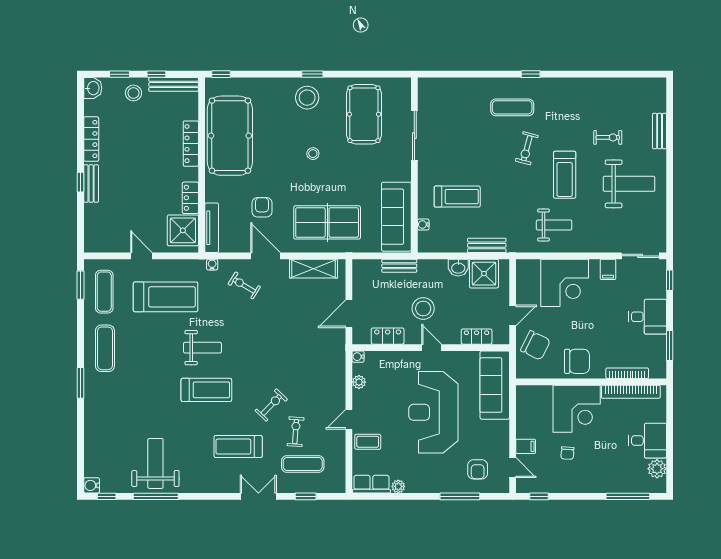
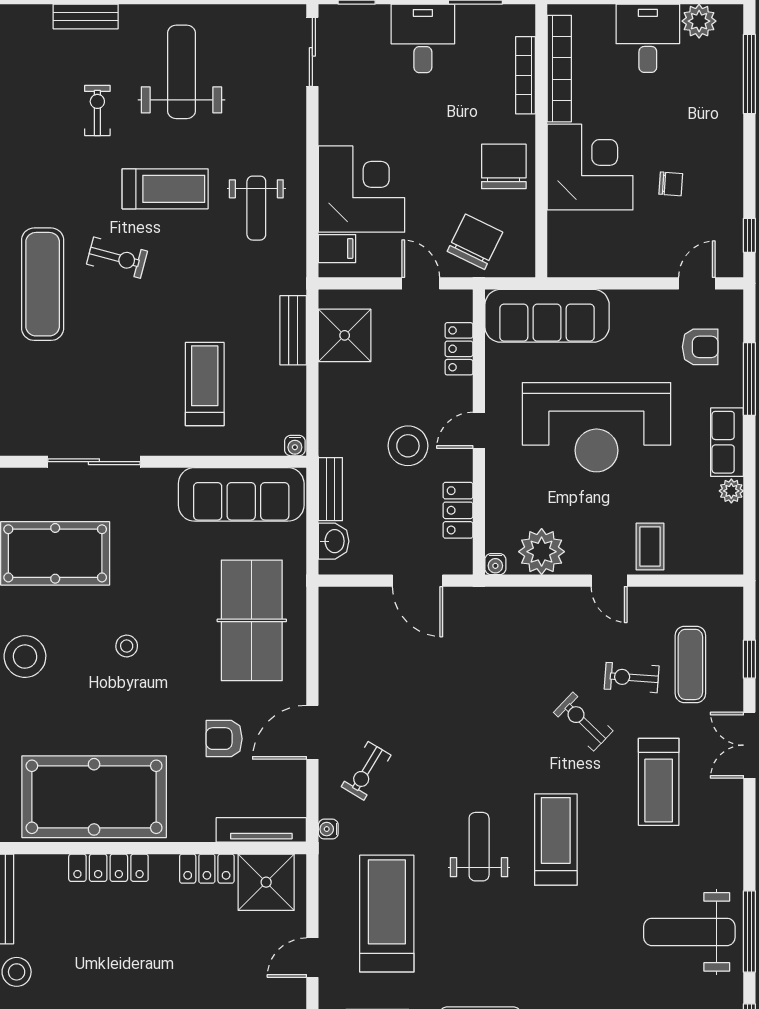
exercise mat: (512, 107) -> (43, 284), width x1.36, depth x1.45
water cooler: (423, 224) -> (295, 446), moved
weight bench: (554, 225) -> (256, 208), turned 180
washbasin: (458, 268) -> (334, 541), moved
shelving: (313, 269) -> (336, 645), removed
filing cabinet: (608, 269) -> (337, 249), moved
plant: (359, 382) -> (542, 552), width x1.88, depth x1.88
filing cabinet: (526, 446) -> (658, 260), removed
row of seats: (371, 484) -> (727, 442), moved

